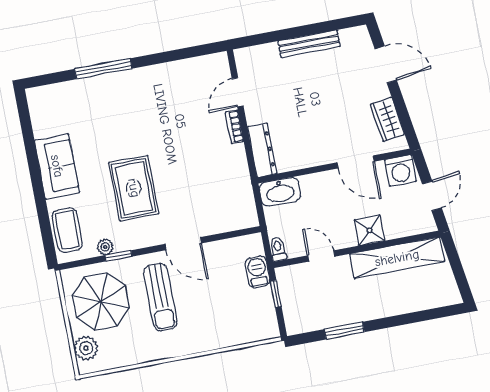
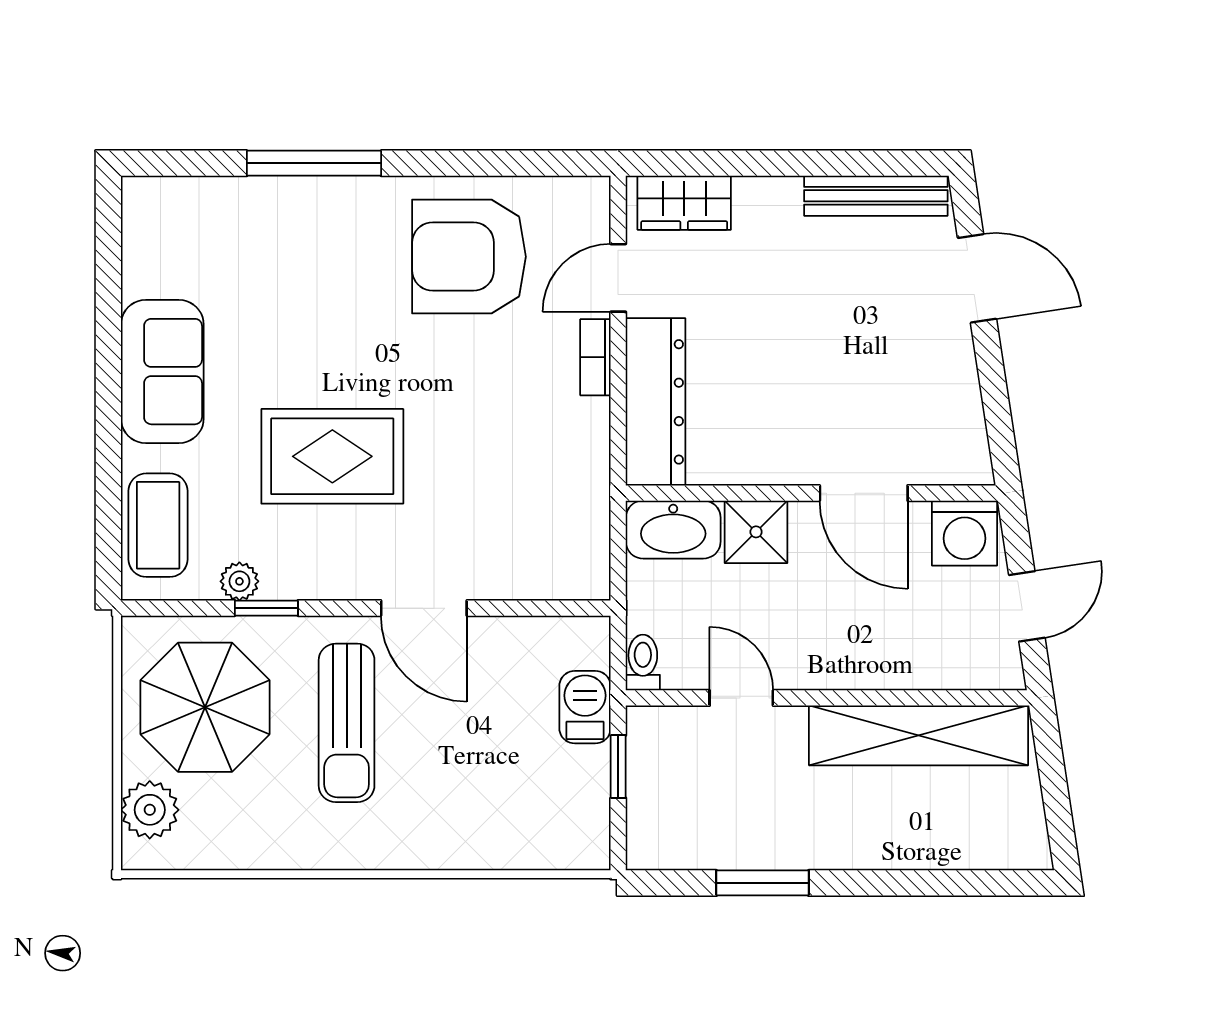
bench: (309, 44) -> (876, 196), moved
armchair: (175, 95) -> (469, 257), added
wardrobe: (387, 119) -> (684, 203), moved, turned -81
dresser: (262, 150) -> (656, 402), width x1.37, depth x1.24
rug: (134, 188) -> (332, 456), turned 90
shower: (370, 230) -> (756, 532), moved

